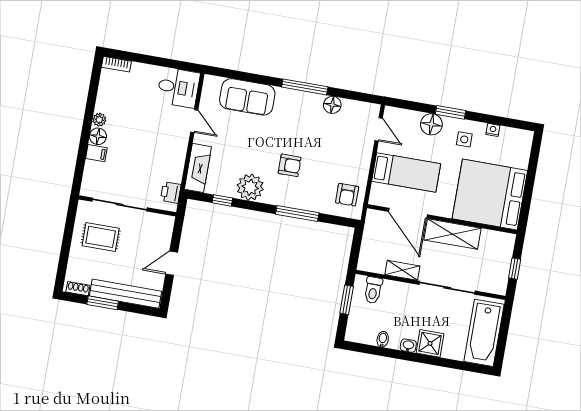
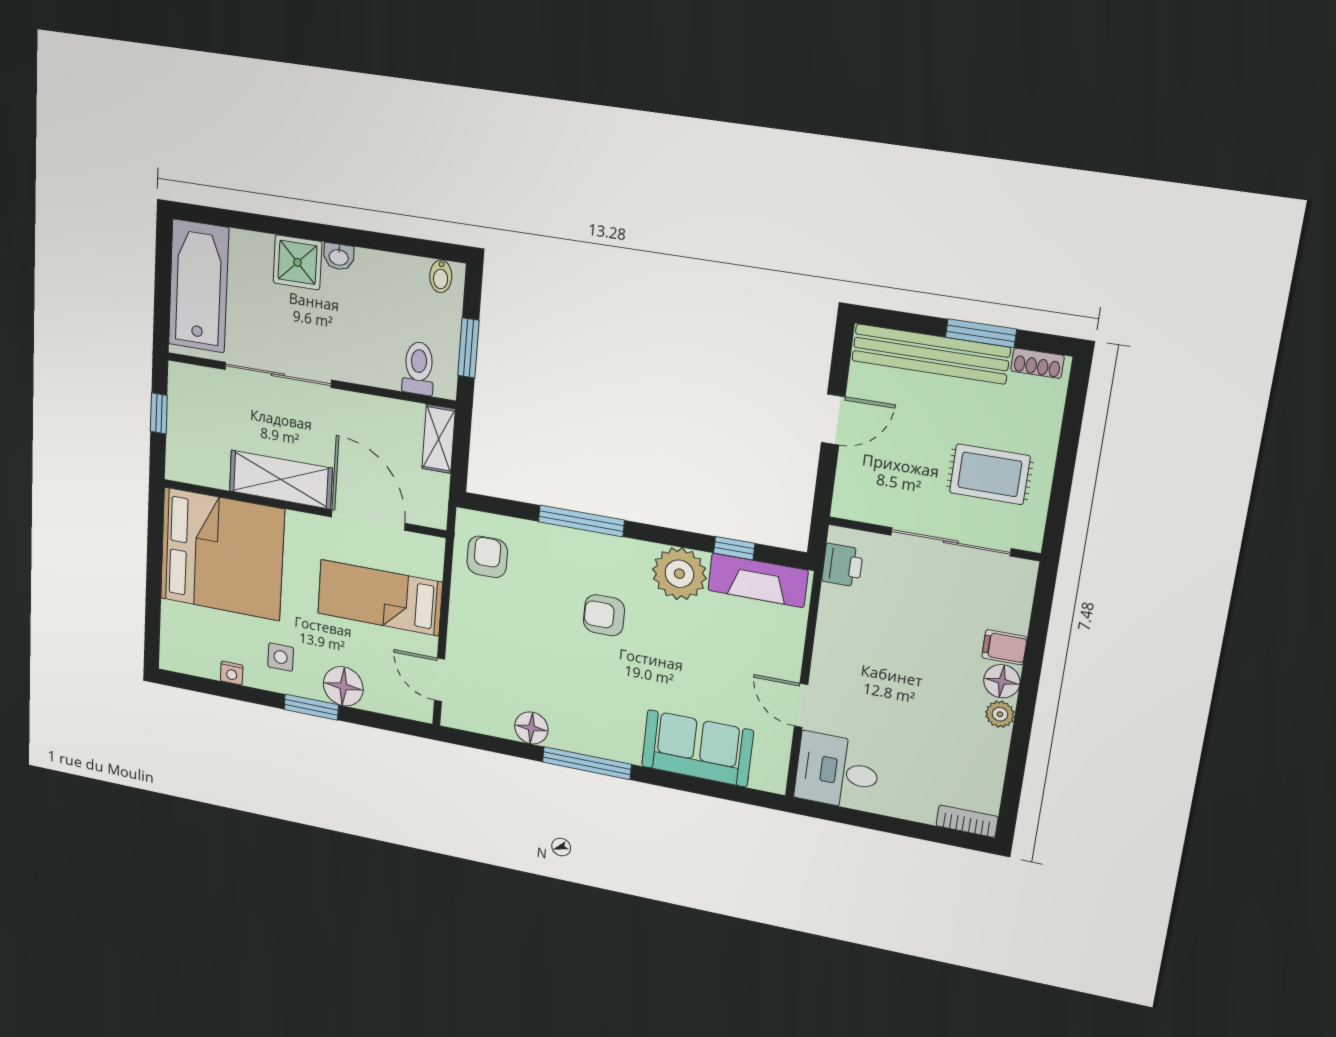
fireplace: (198, 168) -> (758, 580), moved, turned -90
shelving: (402, 270) -> (439, 439), moved, turned 90
bidet: (383, 339) -> (441, 276), moved

